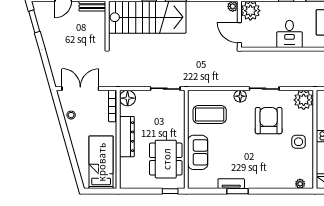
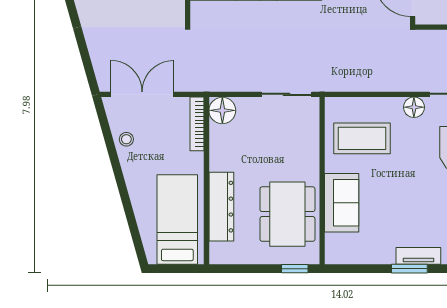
dresser: (127, 137) -> (221, 207), moved
tv unit: (231, 184) -> (418, 256), moved

